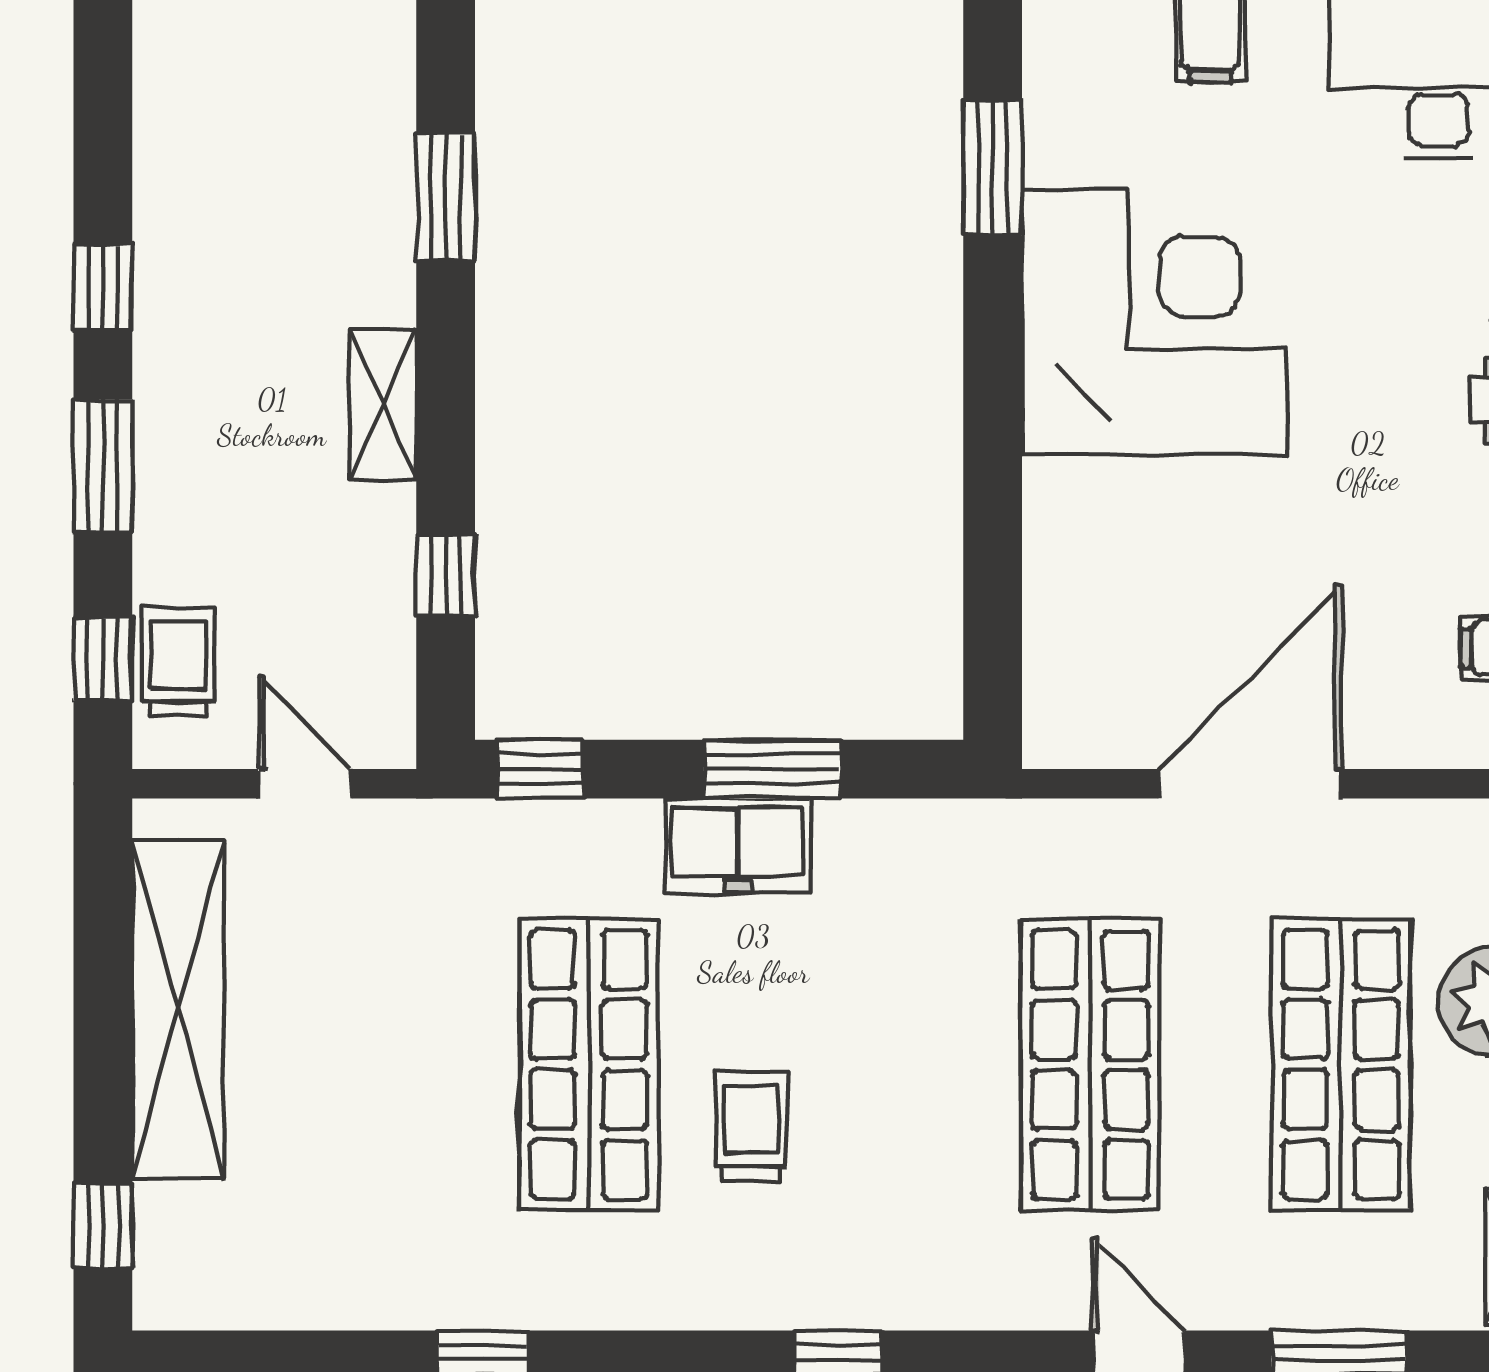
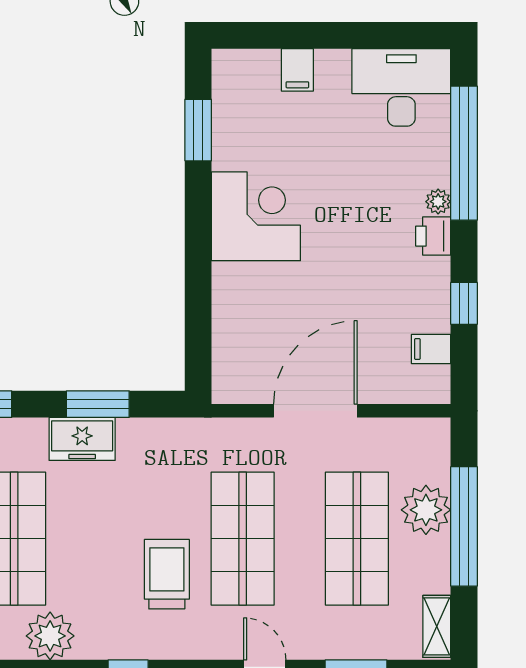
corner desk: (1154, 322) -> (256, 216), width x0.74, depth x0.74
trolley: (751, 1126) -> (167, 574), moved, width x1.36, depth x1.39
plant: (667, 1278) -> (50, 636), added

